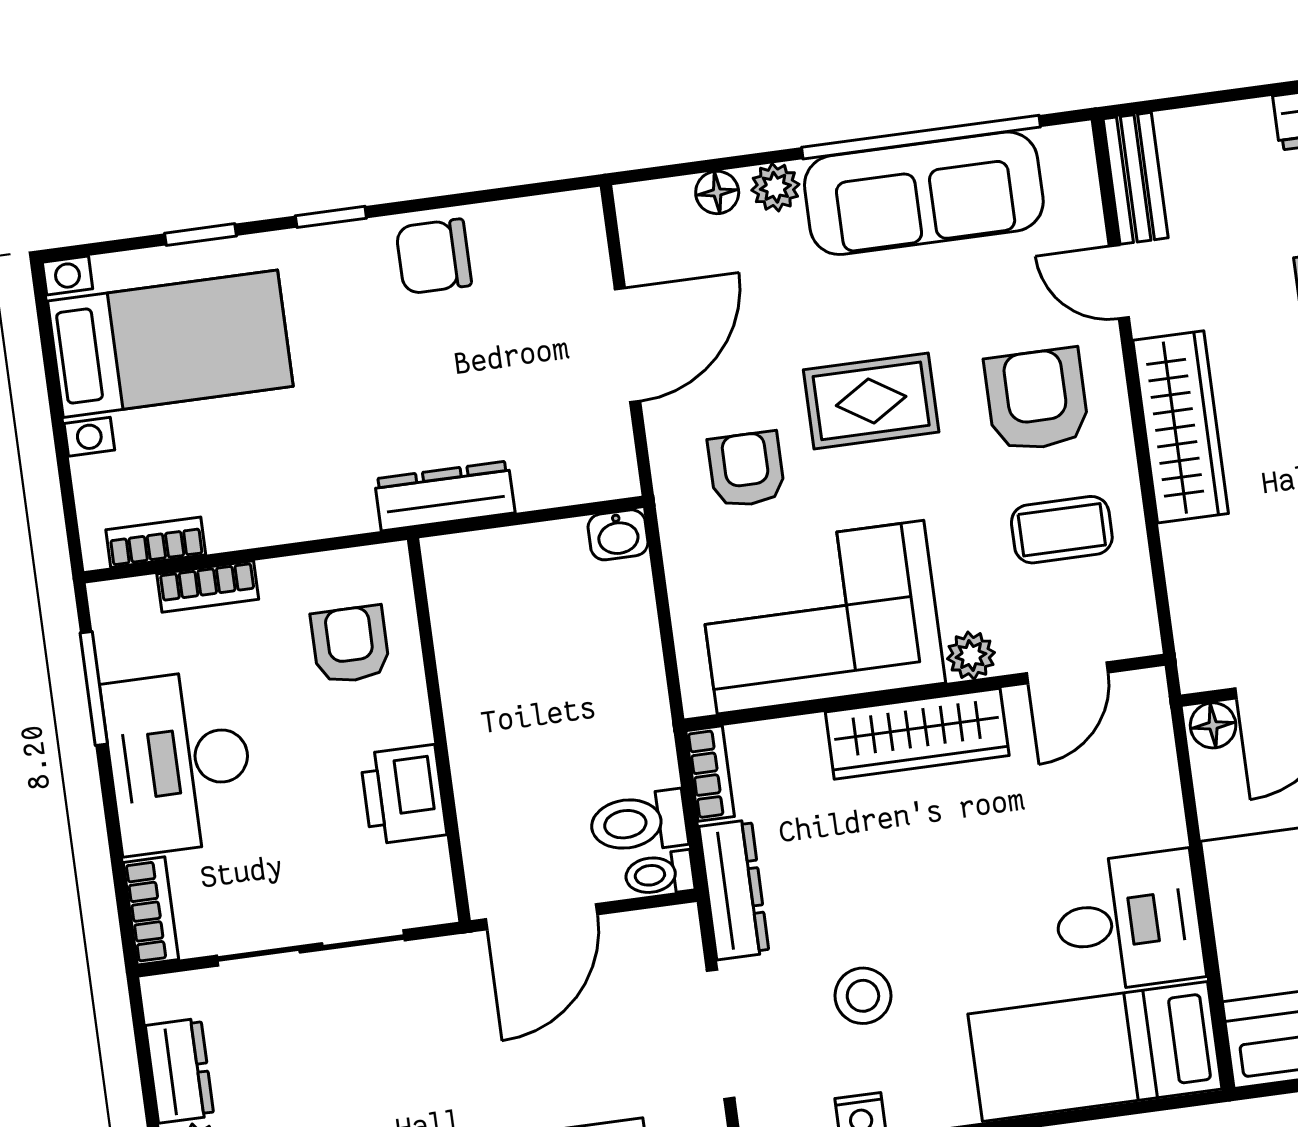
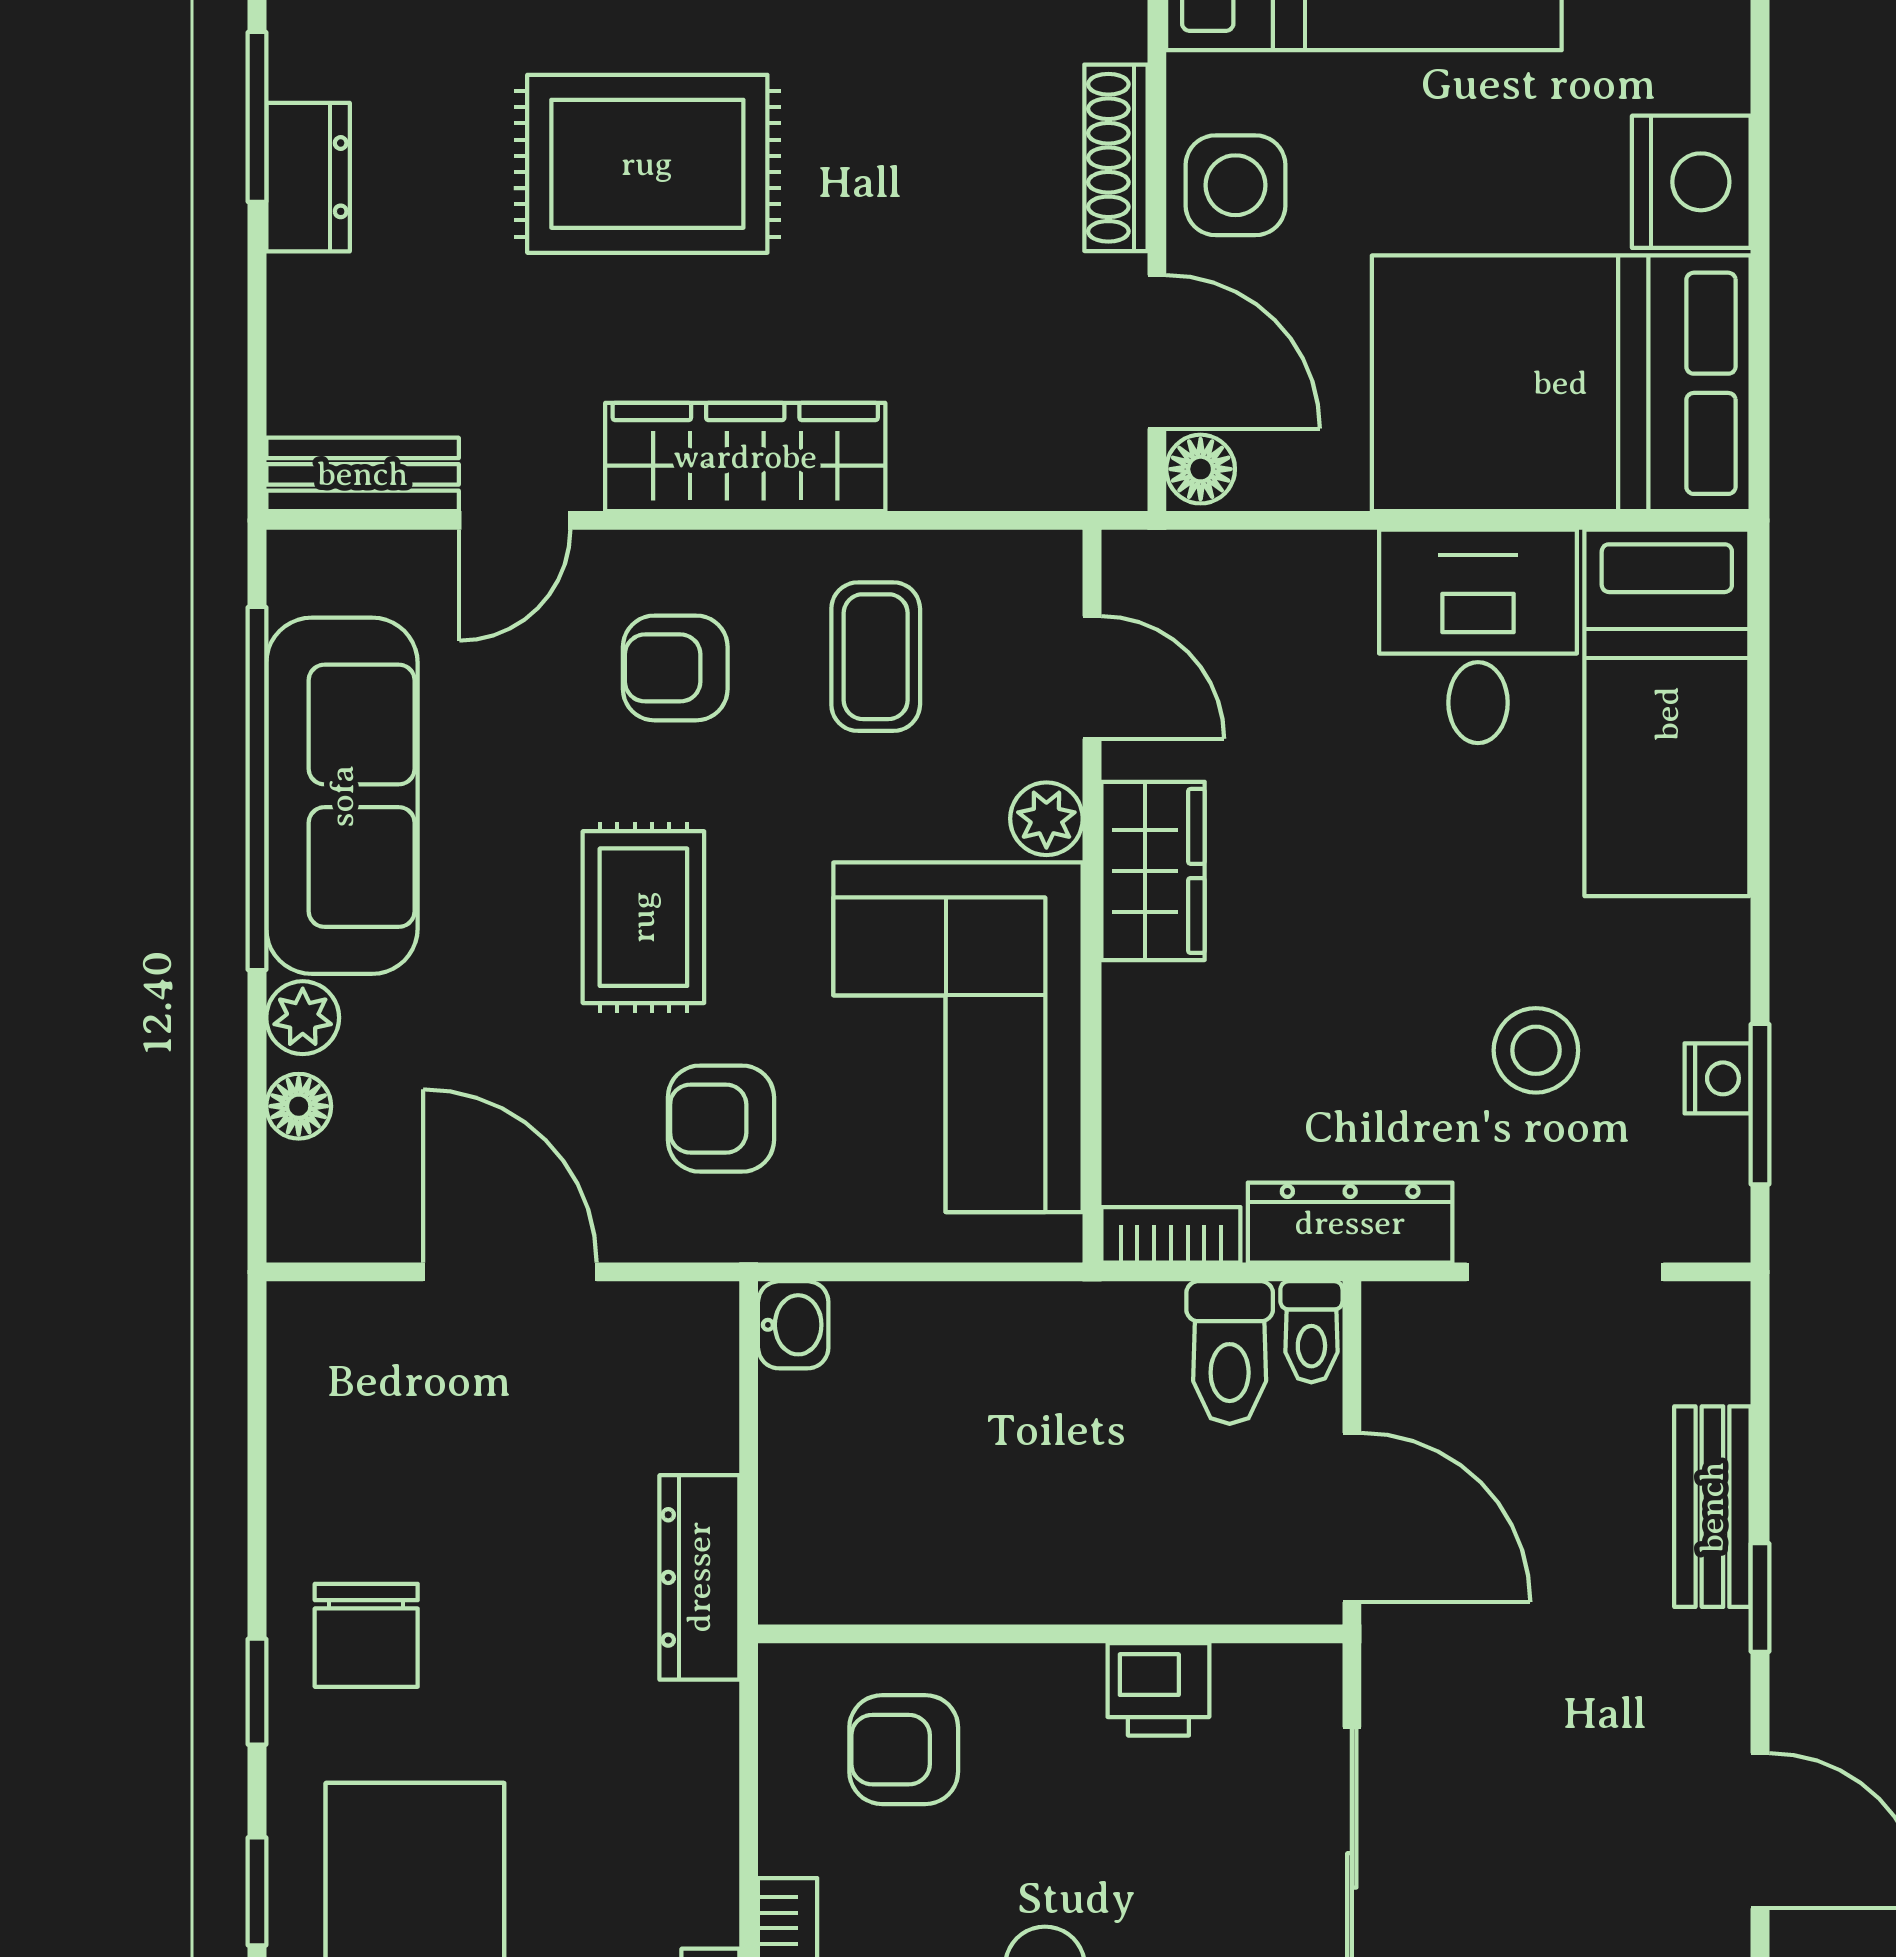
chair: (434, 256) -> (366, 1635), moved
armchair: (1037, 400) -> (675, 668), width x0.72, depth x0.72
wardrobe: (917, 734) -> (1153, 871), width x0.67
printer: (403, 795) -> (1158, 1689), width x0.73, depth x0.81

